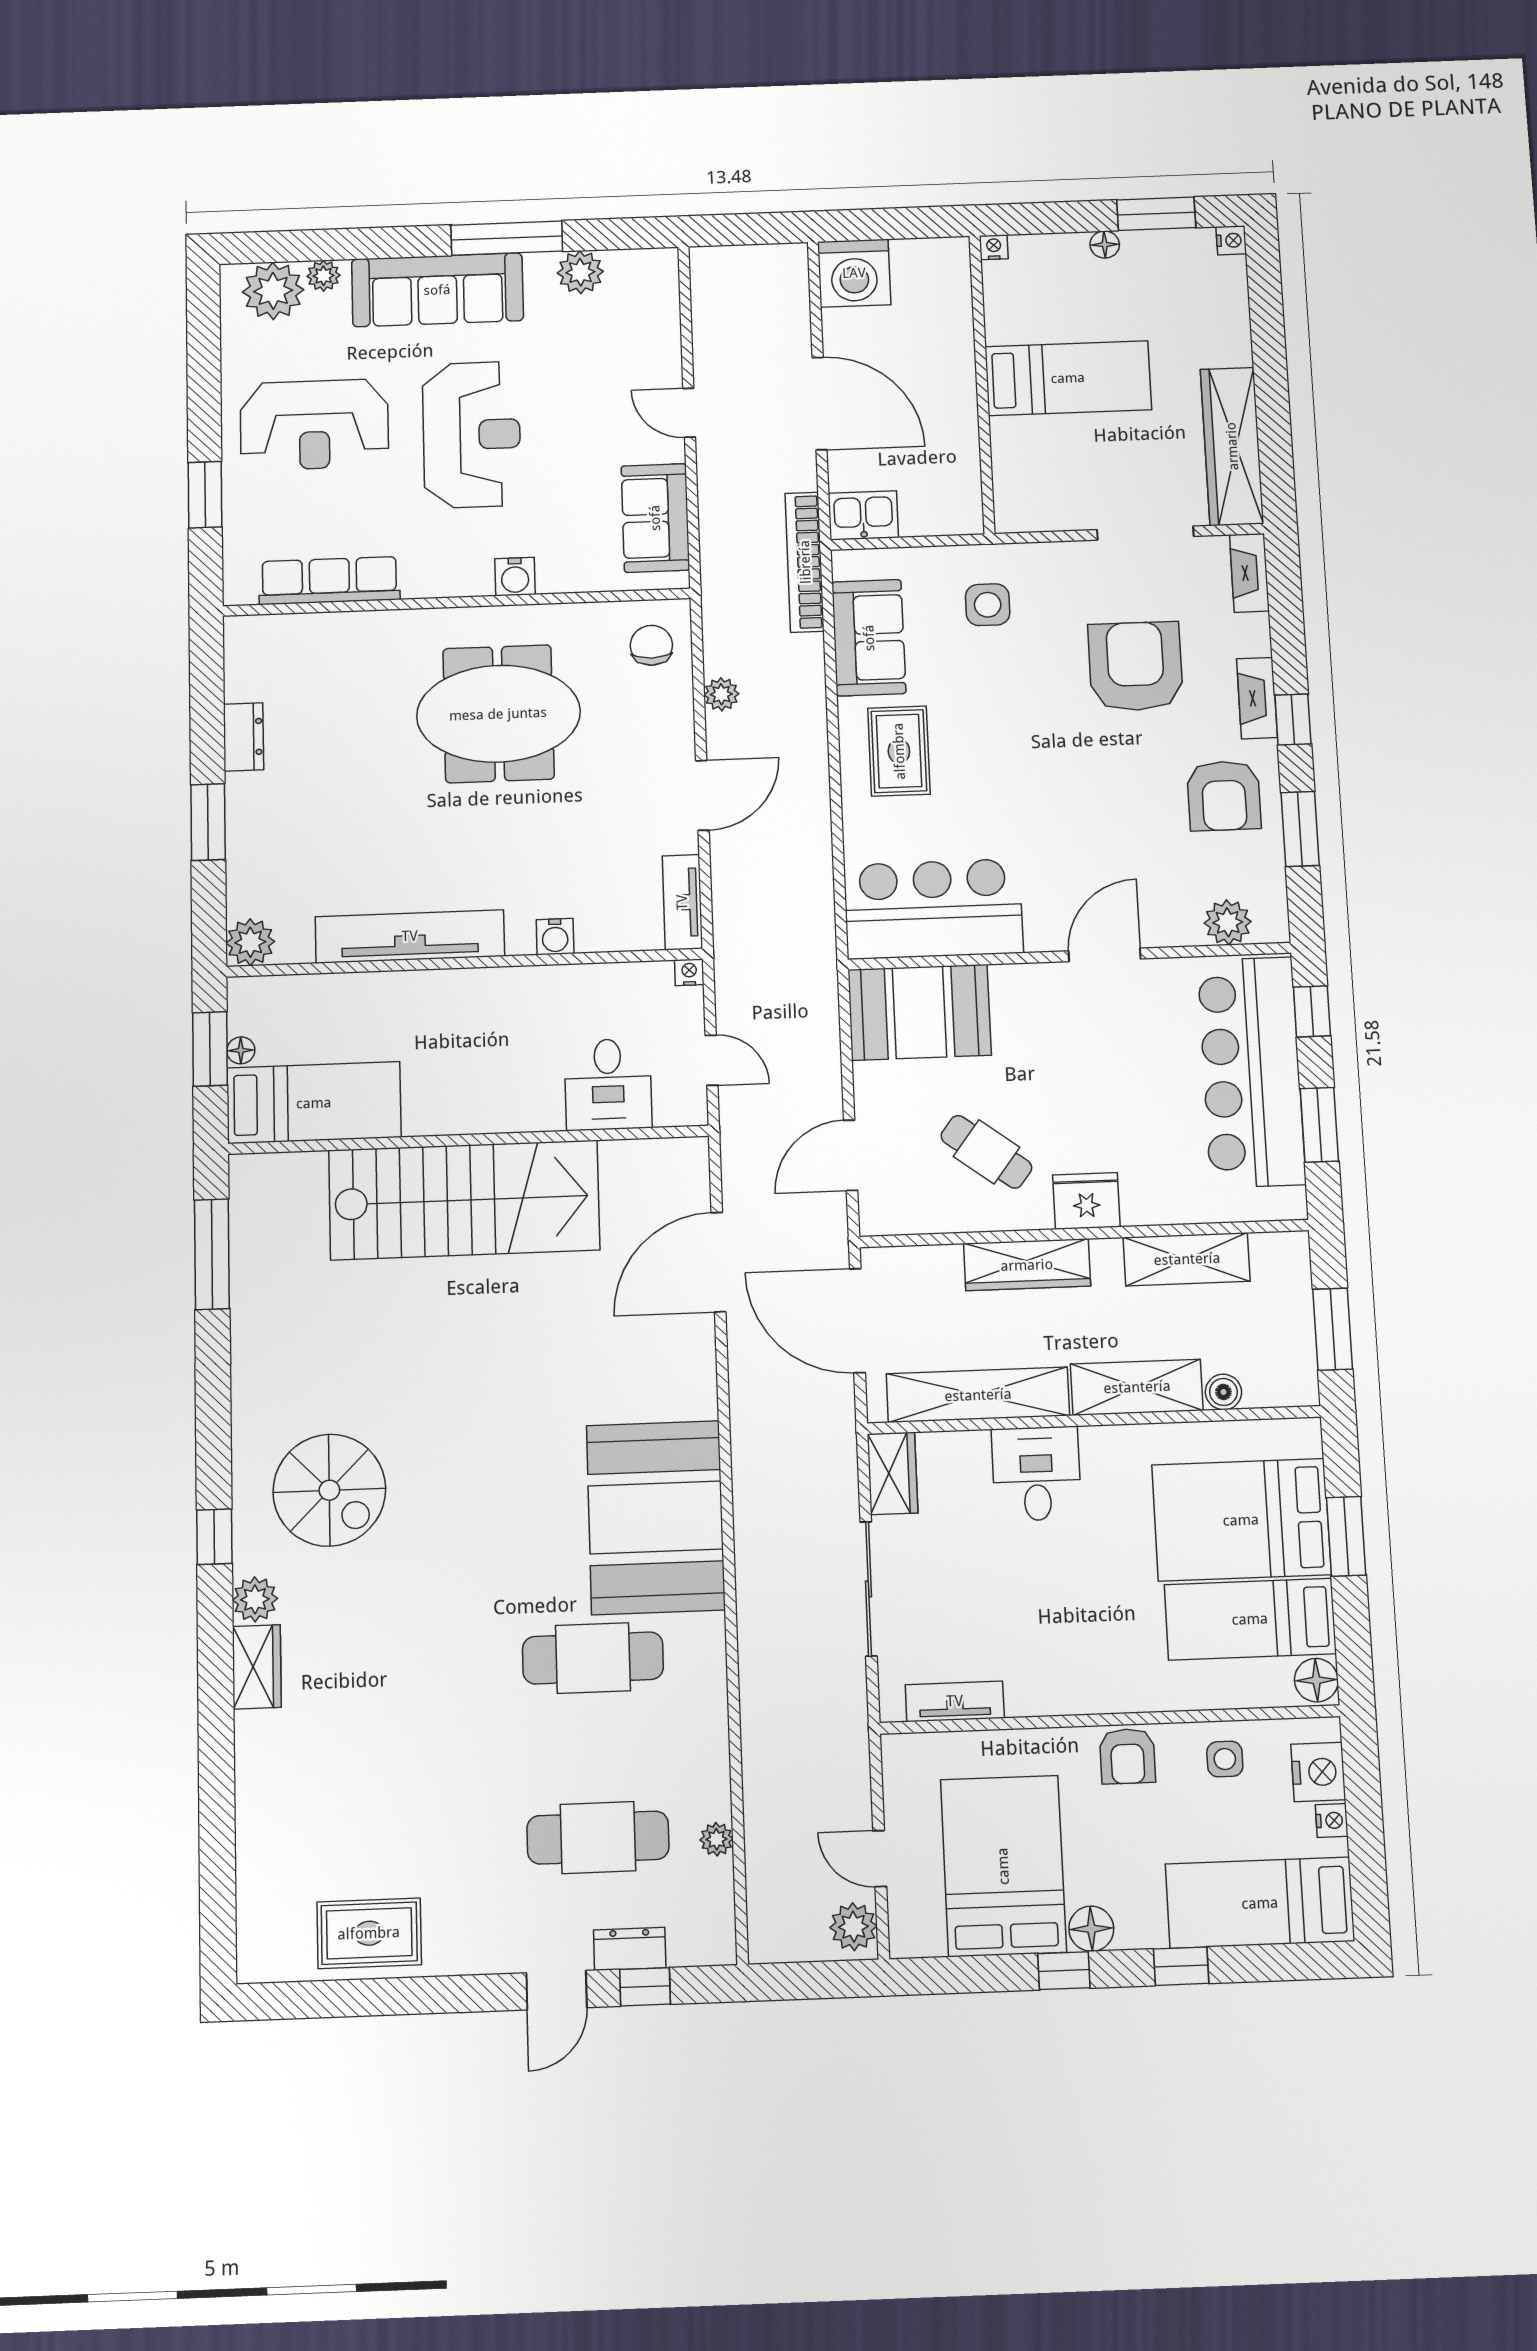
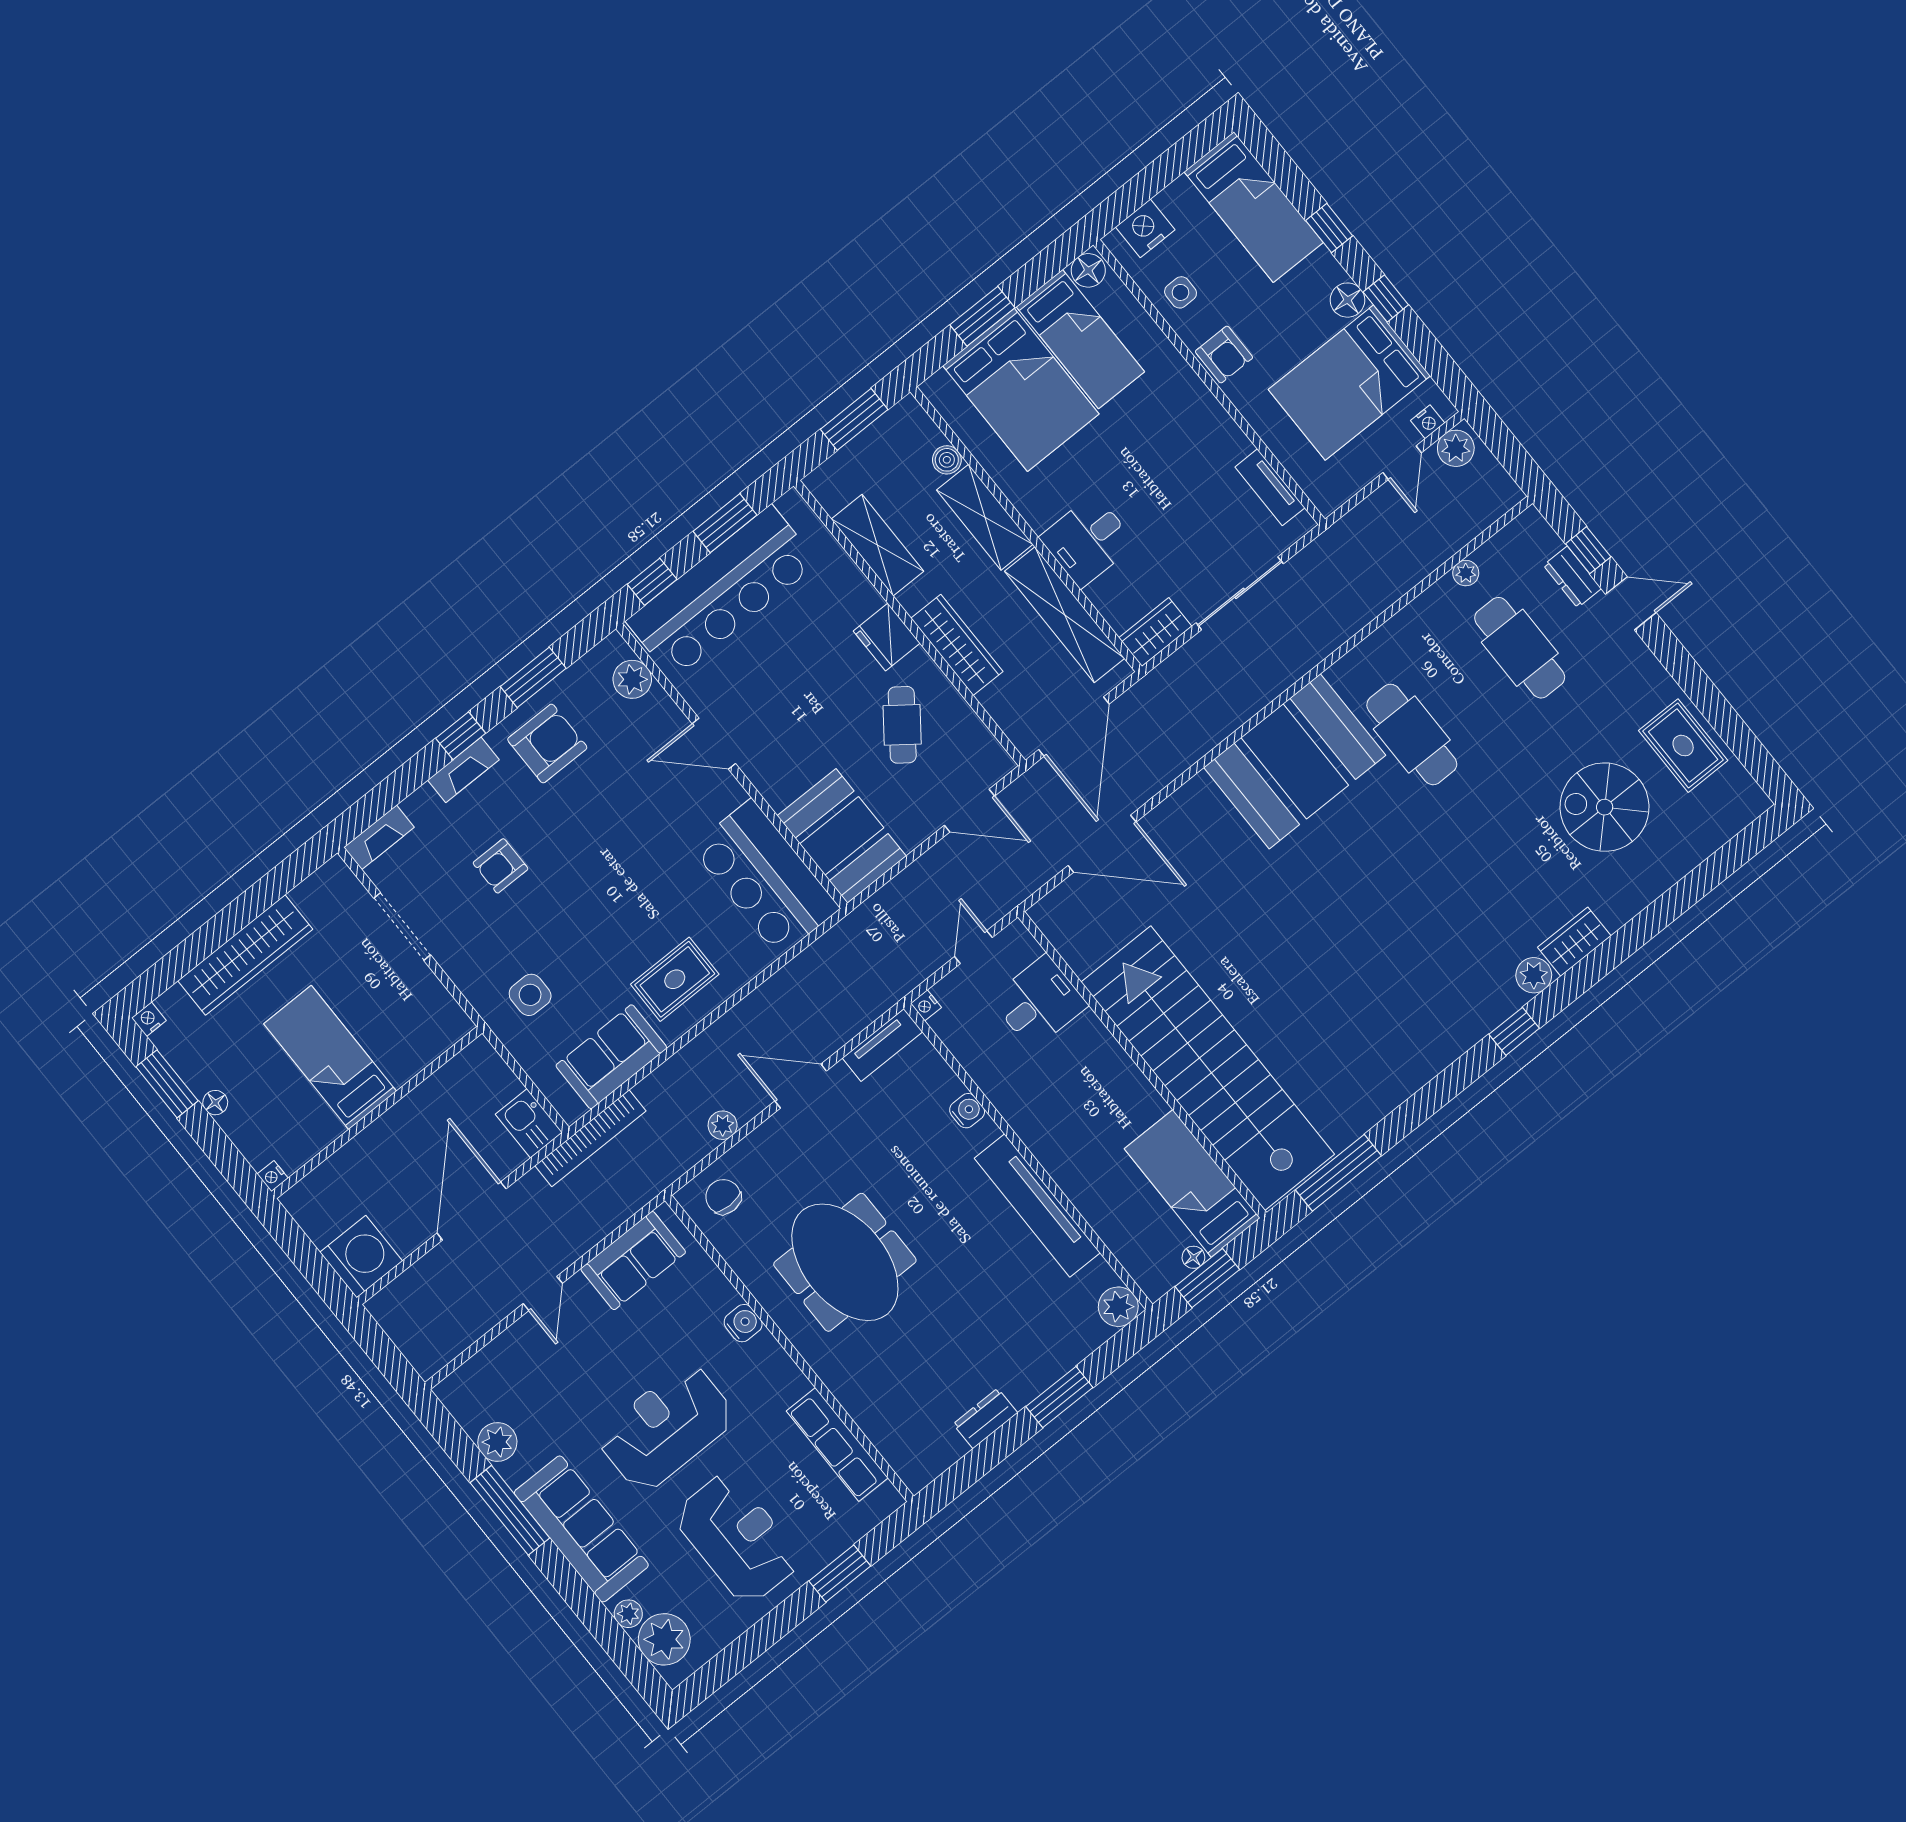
wardrobe: (1232, 446) -> (245, 955), moved
chair: (651, 645) -> (723, 1197), turned 90
armchair: (1135, 666) -> (501, 866), width x0.53, depth x0.53
stairs: (464, 1200) -> (1208, 1068), width x1.36
spiral stairs: (329, 1490) -> (1605, 807), moved, turned -90
armchair: (1127, 1756) -> (1224, 354), turned 90
nightstand: (1332, 1820) -> (1428, 422), moved, turned 180

